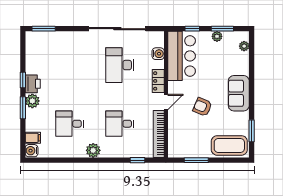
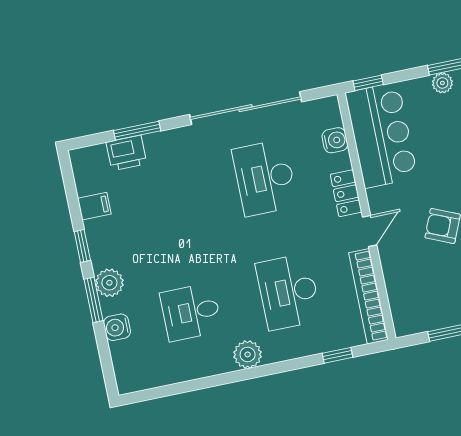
window: (44, 29) -> (137, 131), moved
window: (192, 29) -> (368, 83), moved
printer: (33, 84) -> (126, 153), moved, turned 90
desk: (120, 124) -> (288, 292), width x1.37
filing cabinet: (33, 138) -> (94, 206), moved
water cooler: (32, 151) -> (117, 327), moved

